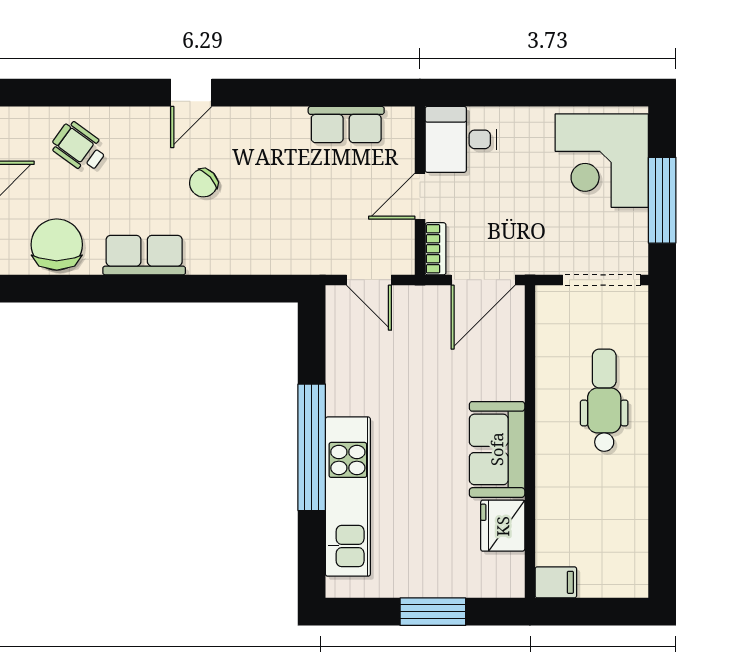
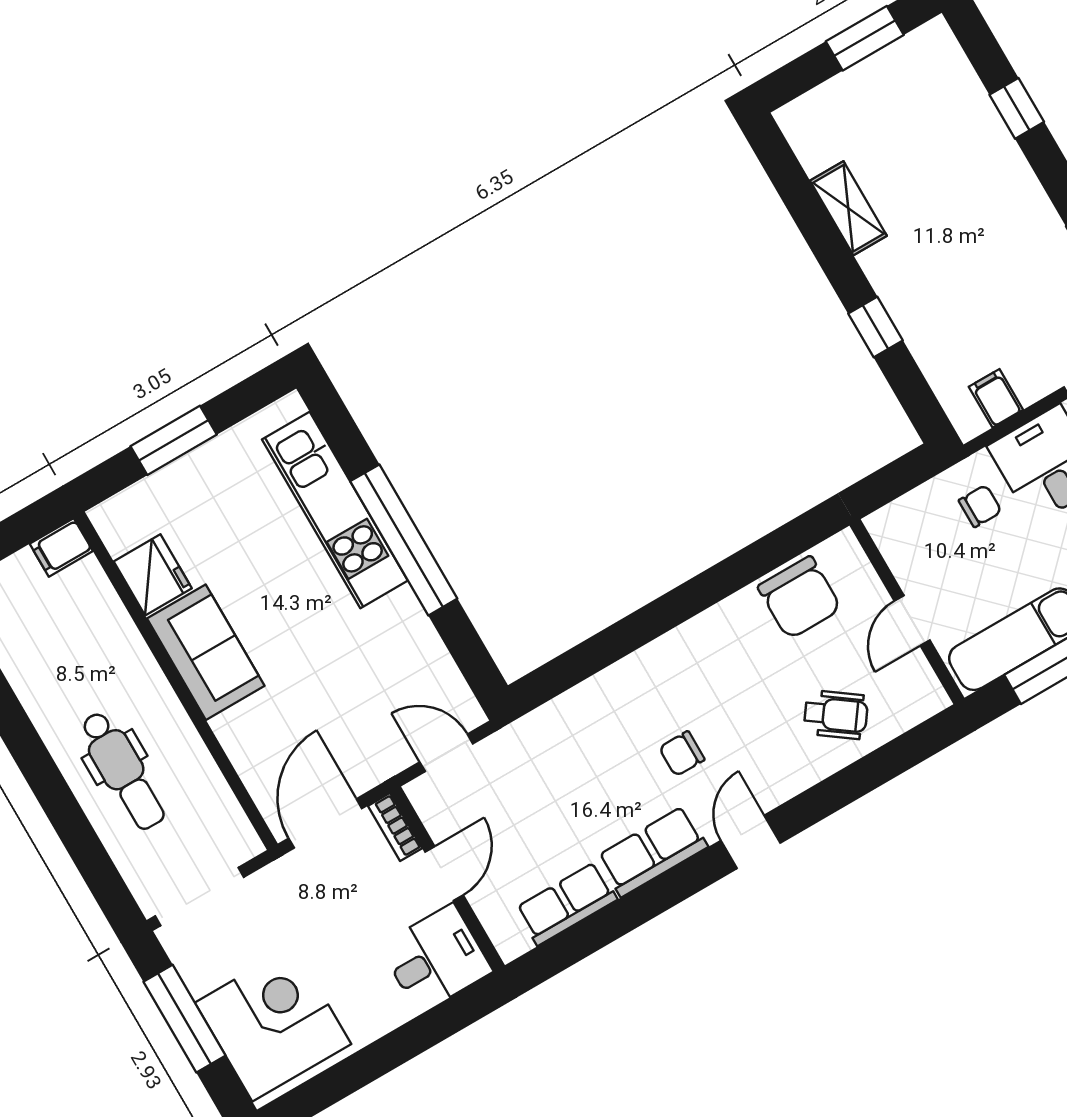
chair: (203, 183) -> (682, 754), turned -137
row of seats: (144, 255) -> (652, 851), moved, turned 180

